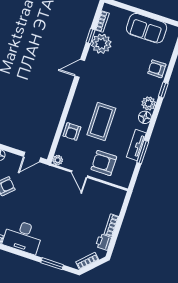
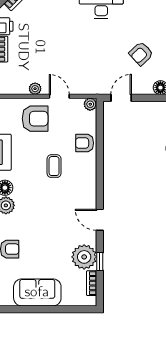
door: (80, 68) -> (100, 220), swing flipped
coffee table: (101, 122) -> (54, 166), width x0.54, depth x0.58
armchair: (72, 132) -> (85, 143), turned -90
plant: (96, 186) -> (35, 89), added

